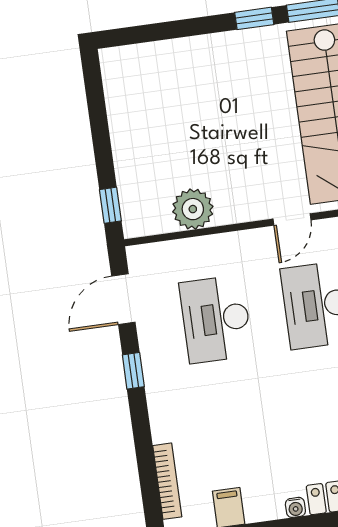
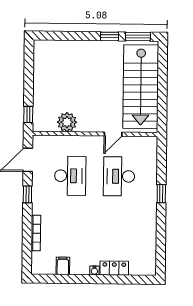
desk: (216, 319) -> (70, 176), turned 180
bookcase: (167, 481) -> (36, 233), moved

